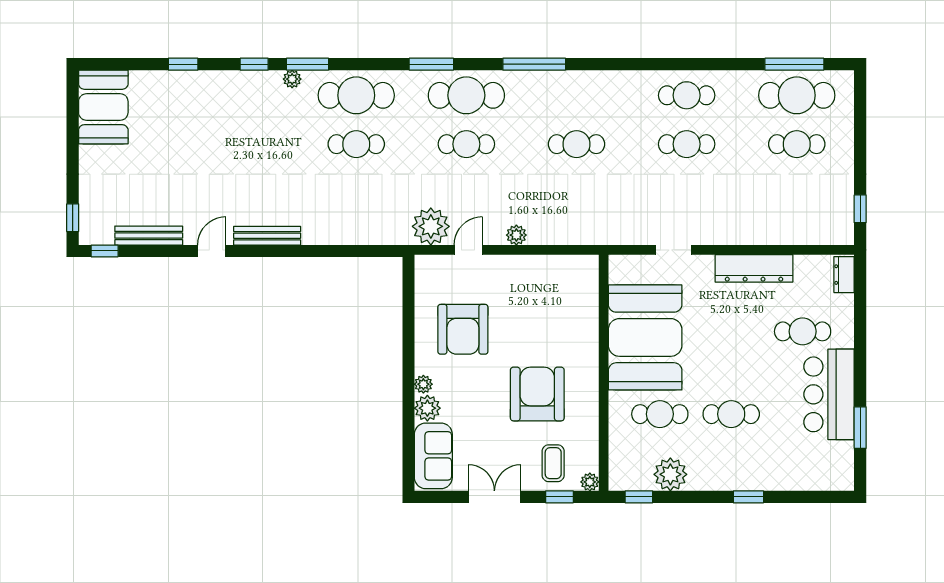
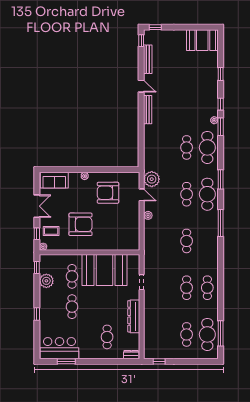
bar counter: (829, 394) -> (59, 348), moved
plant: (427, 408) -> (75, 178), removed

